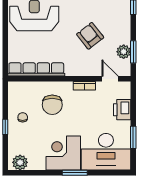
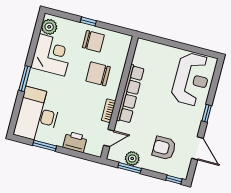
armchair: (90, 36) -> (164, 148), moved, turned -142
row of seats: (36, 69) -> (130, 94), moved
chair: (23, 117) -> (93, 41), width x1.87, depth x1.87
corner desk: (63, 153) -> (52, 55), moved

